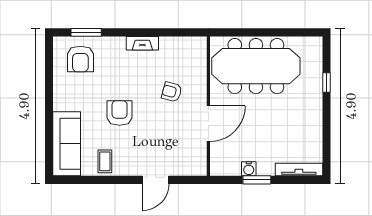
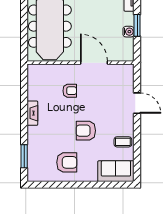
armchair: (80, 59) -> (67, 162), moved
armchair: (172, 92) -> (70, 91), turned -105
sofa: (67, 144) -> (116, 171), width x0.73

